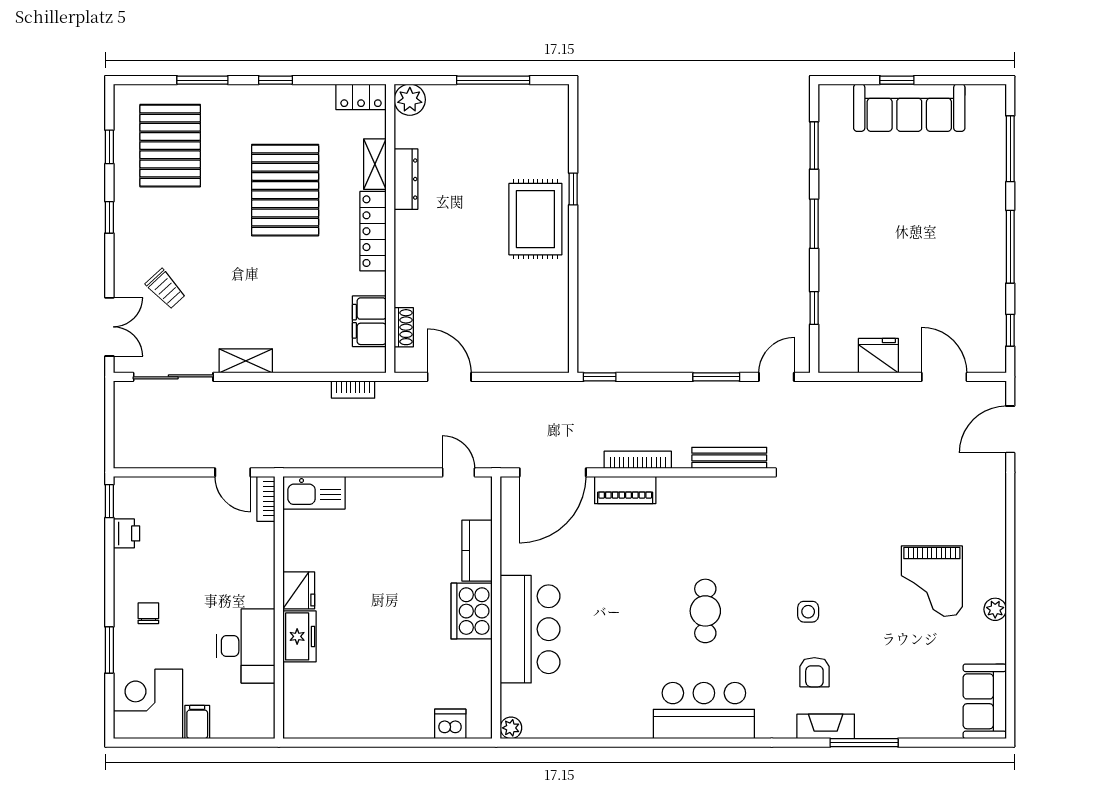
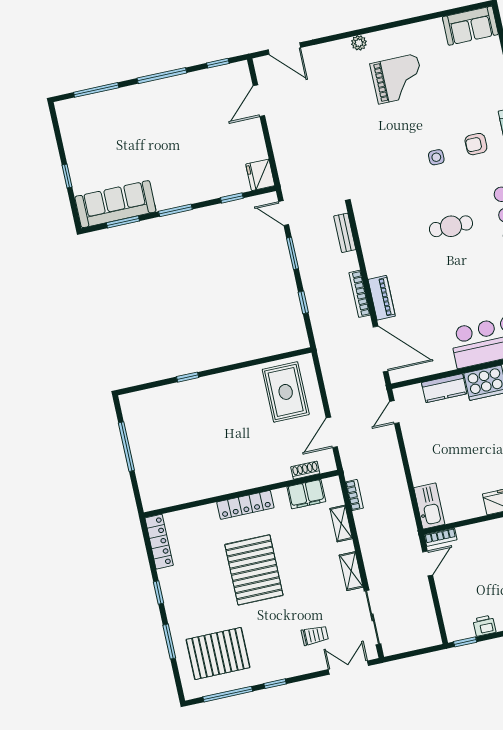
locker: (361, 97) -> (159, 542), width x1.53
plant: (410, 100) -> (152, 500), removed
sofa: (909, 108) -> (115, 204), moved, turned -90
window: (109, 147) -> (228, 694), width x2.17
shelving: (375, 164) -> (341, 524), moved, turned 90
dresser: (406, 179) -> (206, 490), removed
pallet: (285, 190) -> (254, 570), moved, turned 90
rug: (535, 219) -> (286, 392), moved, turned 90
trolley: (166, 289) -> (315, 635), turned 43
fridge: (878, 356) -> (260, 175), moved
window: (600, 377) -> (303, 302), moved
bench: (729, 458) -> (345, 233), width x0.73
plant: (995, 609) -> (359, 43), moved
armchair: (814, 672) -> (476, 144), turned 180

